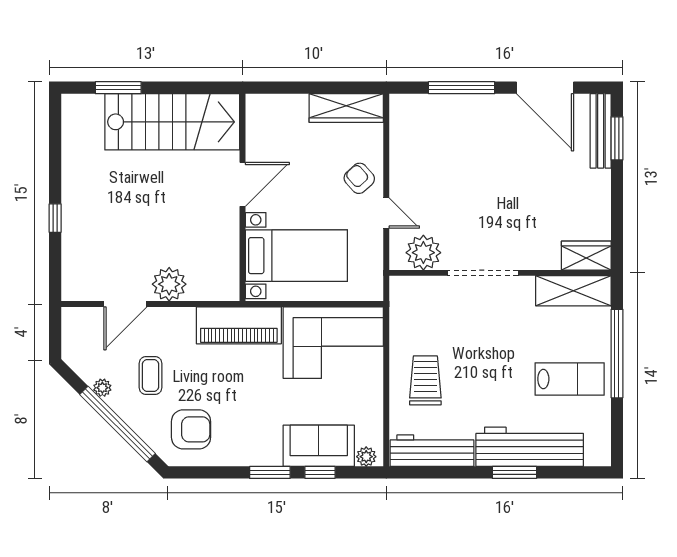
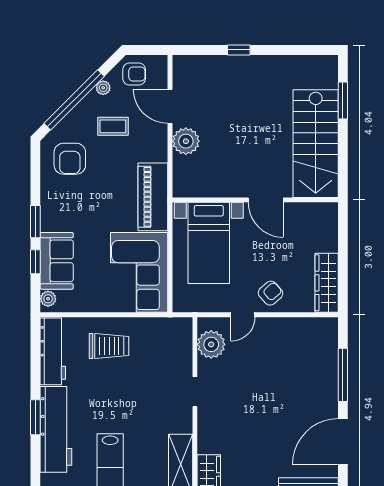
doorway: (483, 273) -> (195, 392), width x0.53
armchair: (85, 349) -> (134, 74), added

